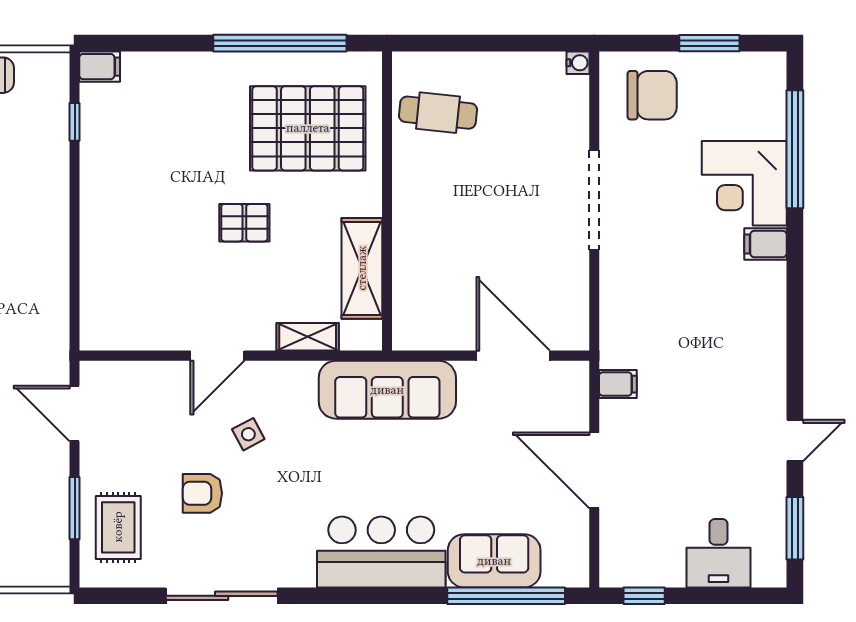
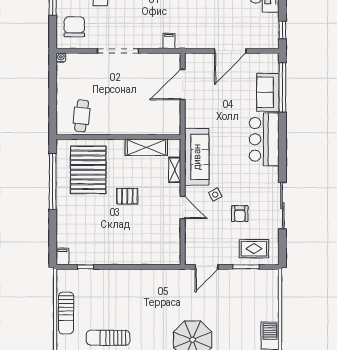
pallet: (244, 223) -> (127, 196), turned 90
filing cabinet: (618, 384) -> (169, 41), moved
sofa: (387, 390) -> (197, 157), moved

